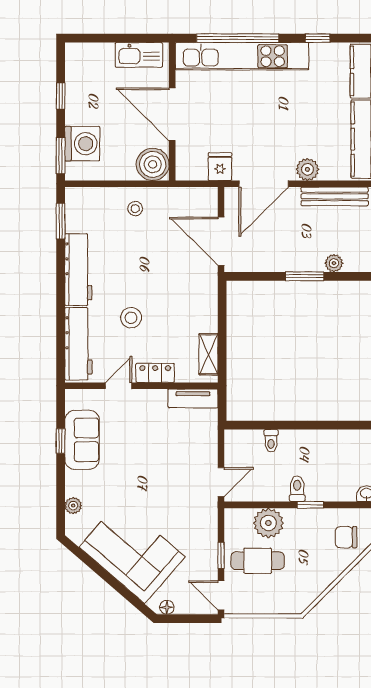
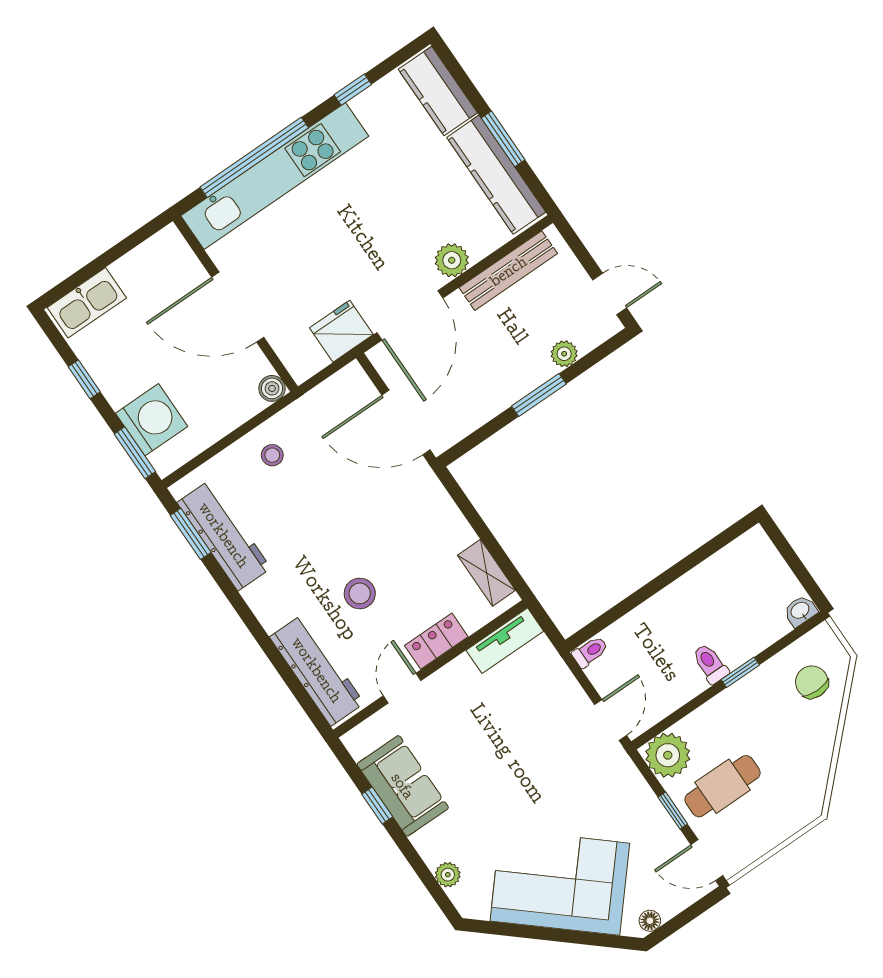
kitchen sink: (139, 55) -> (87, 303), moved
boiler: (153, 164) -> (272, 388), width x0.54, depth x0.54
fridge: (220, 167) -> (341, 331), width x1.38
workbench: (78, 270) -> (224, 535), moved
toilet: (271, 441) -> (590, 652), moved, turned -90
plant: (268, 523) -> (668, 755), moved
chair: (346, 537) -> (812, 682), turned 90

